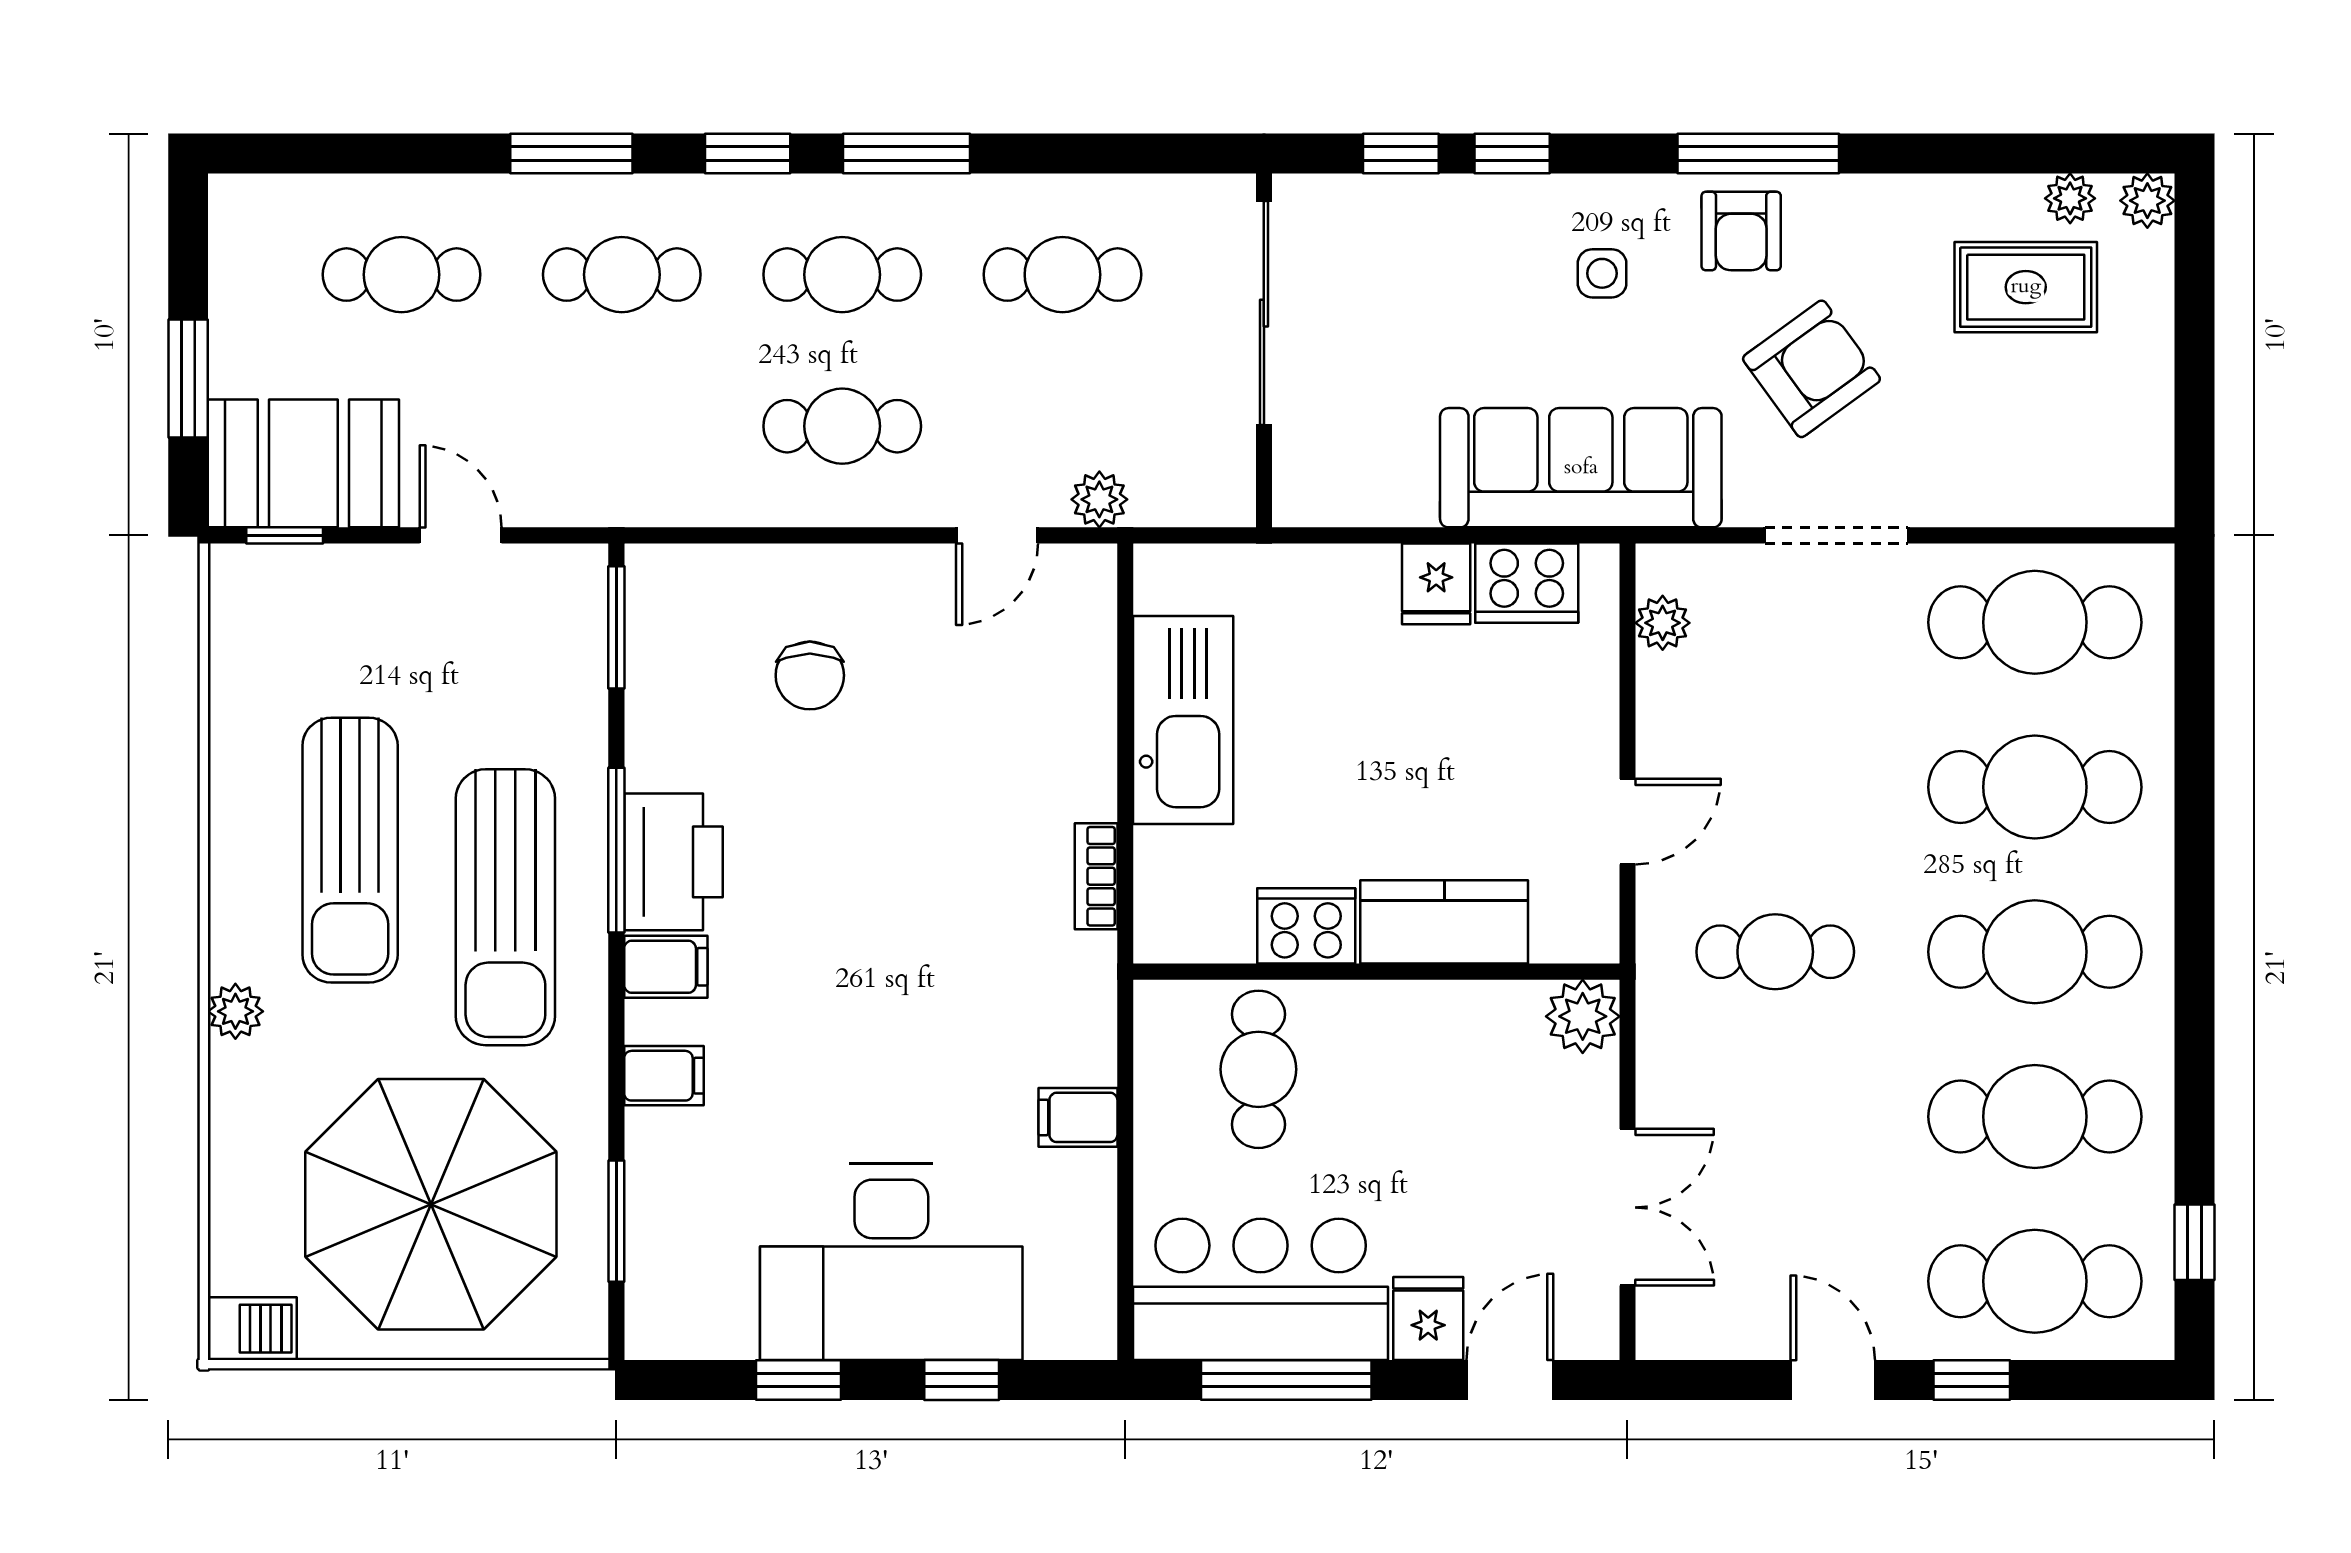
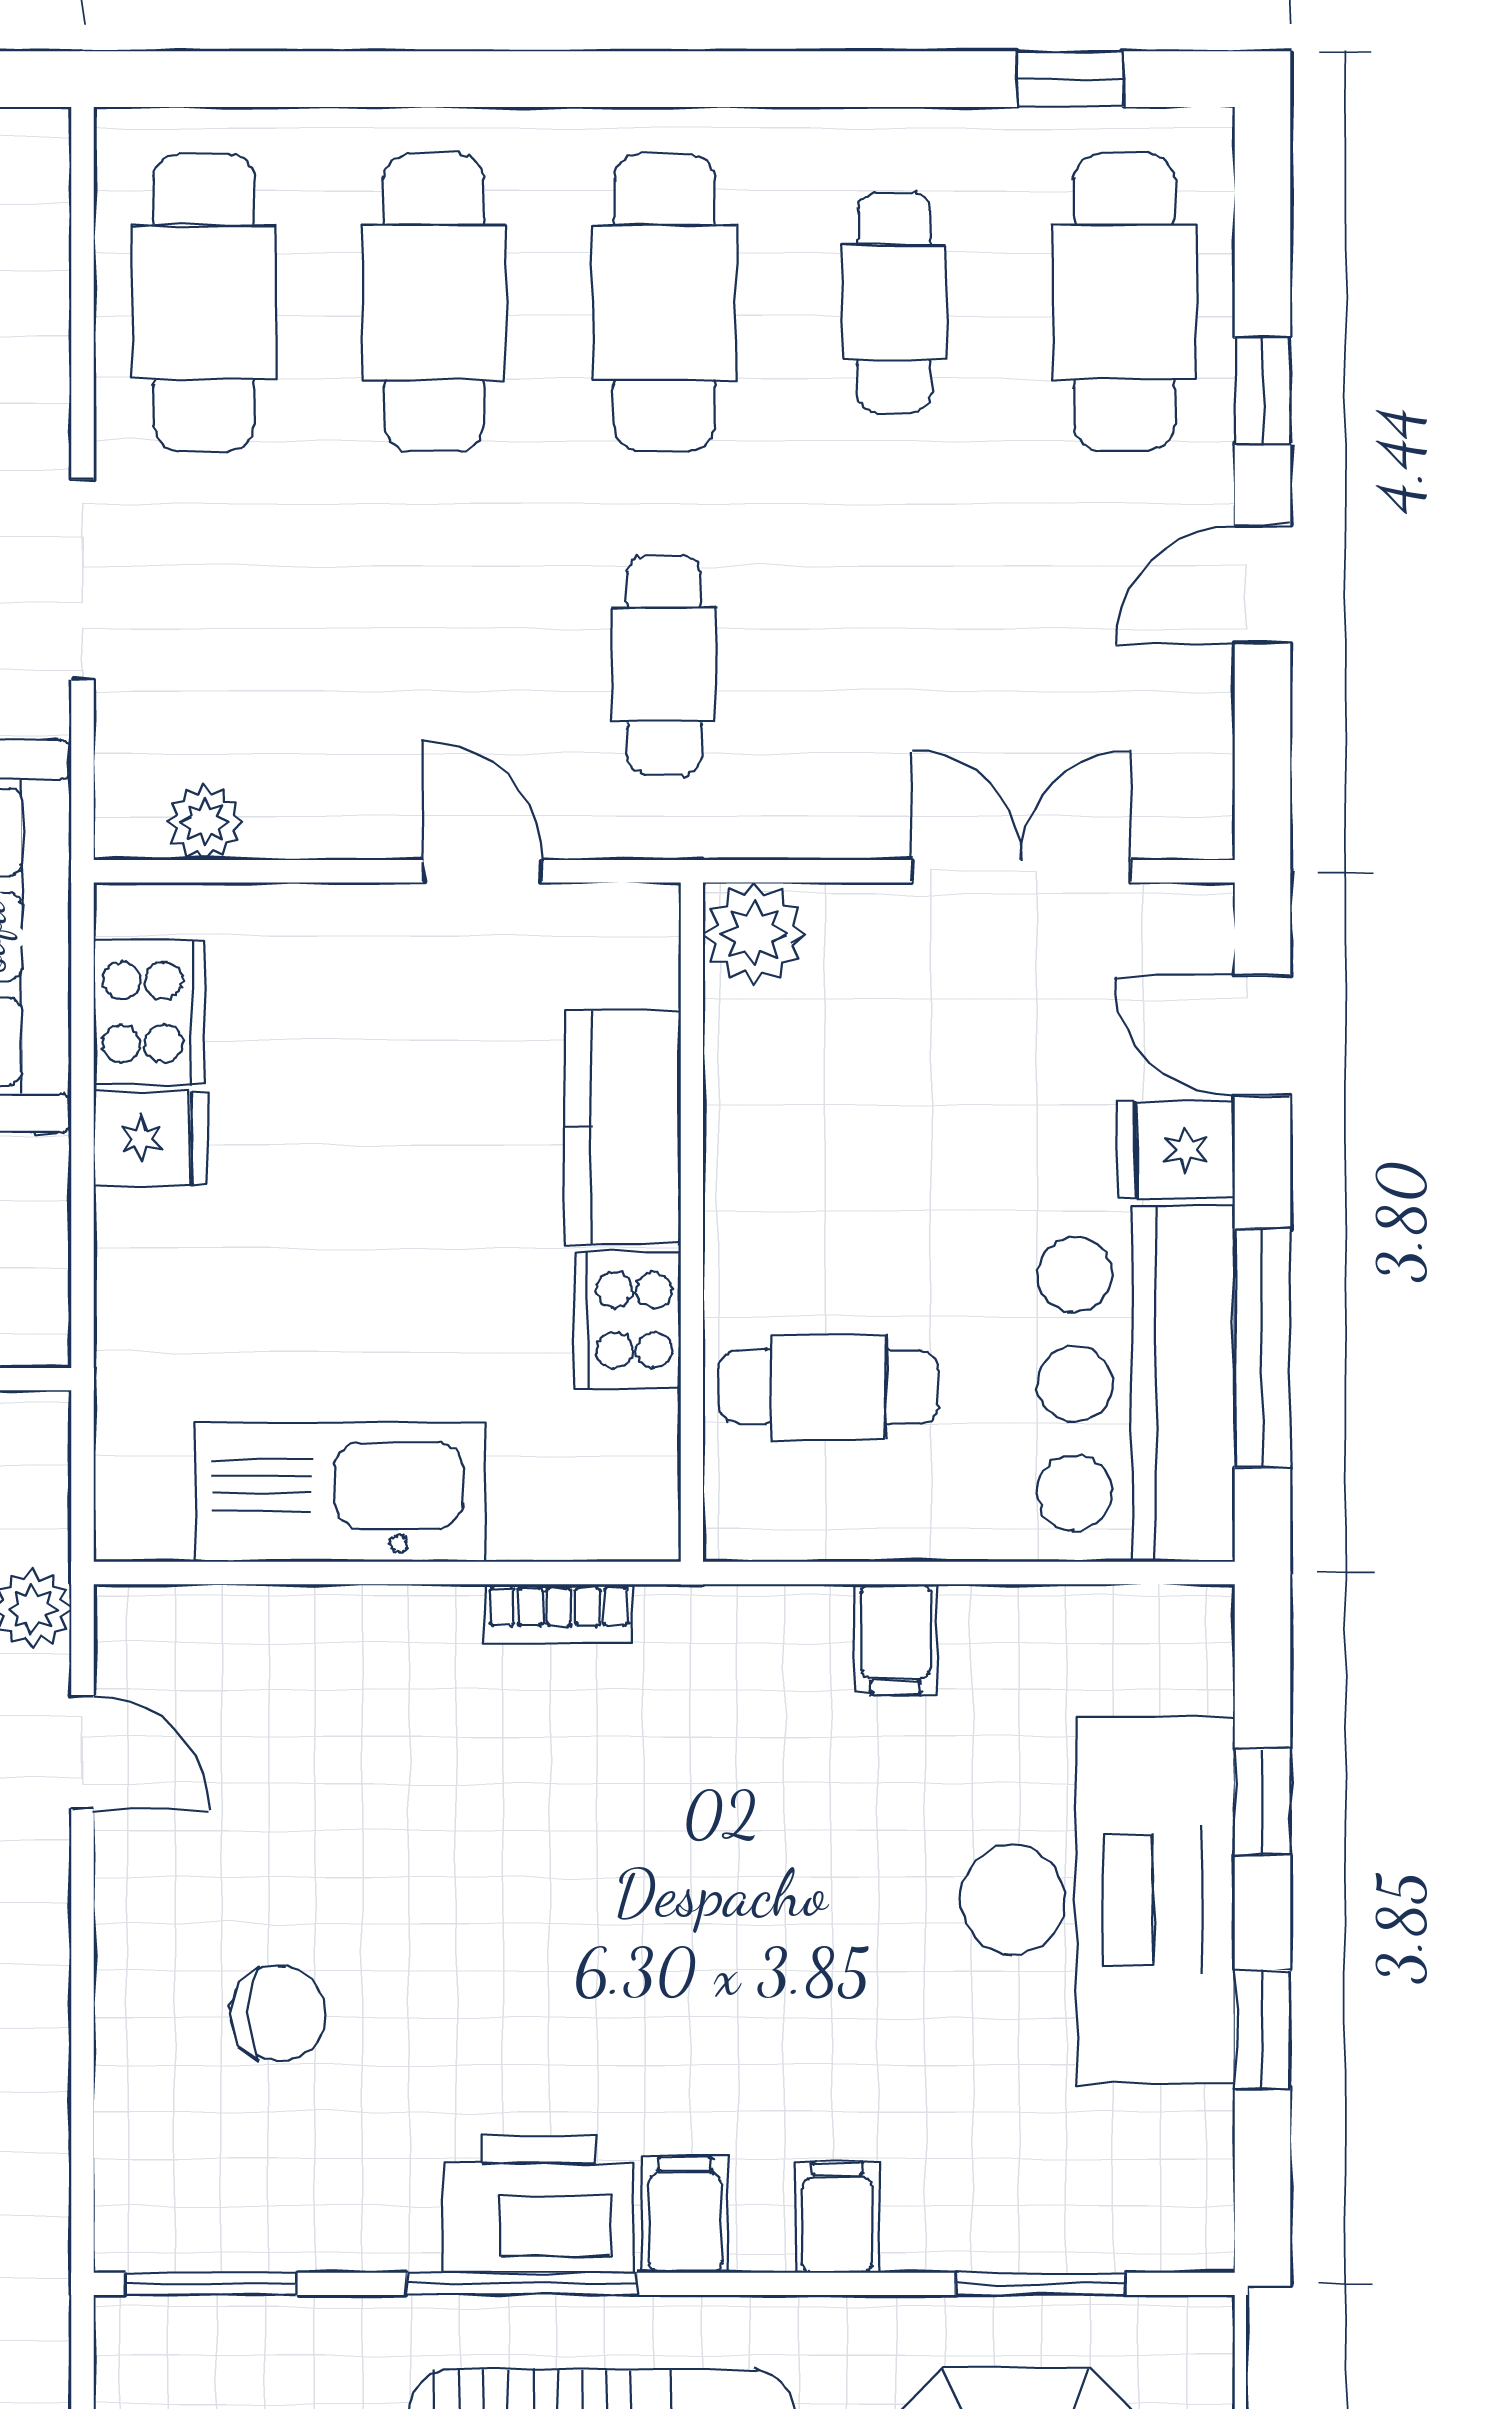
cafe table: (2035, 1117) -> (894, 302), width x0.73, depth x0.74

